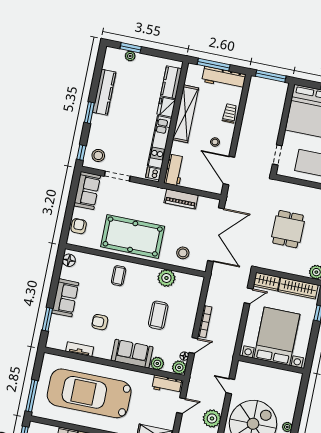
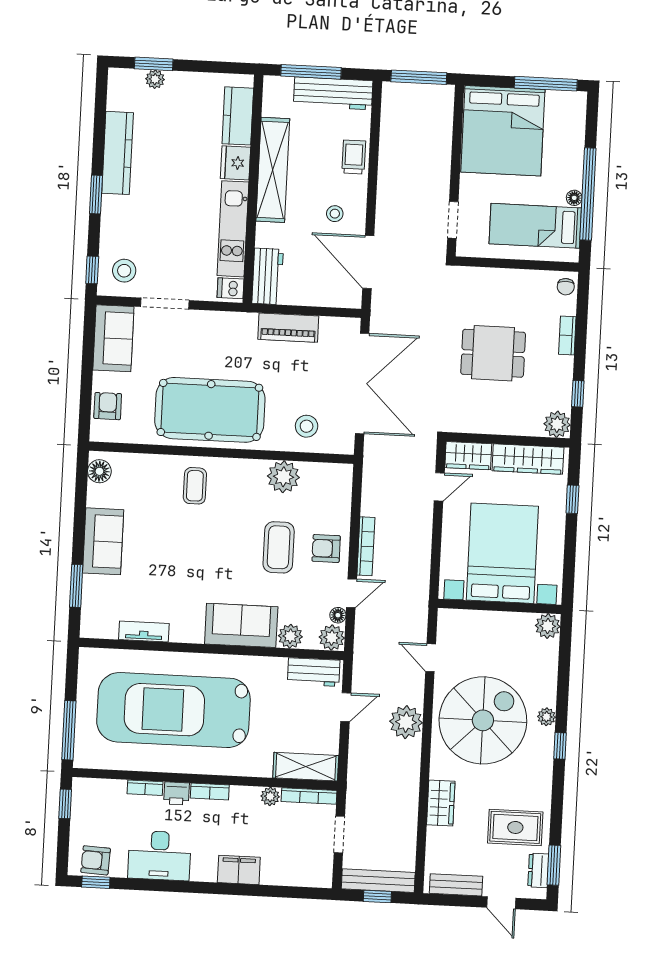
dining table: (288, 229) -> (493, 353), turned 90
armchair: (100, 322) -> (326, 549), moved
plant: (295, 379) -> (548, 626), added

